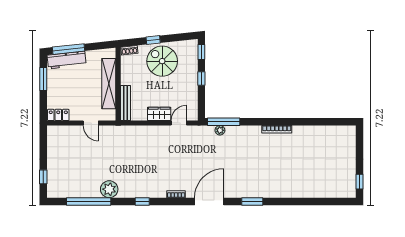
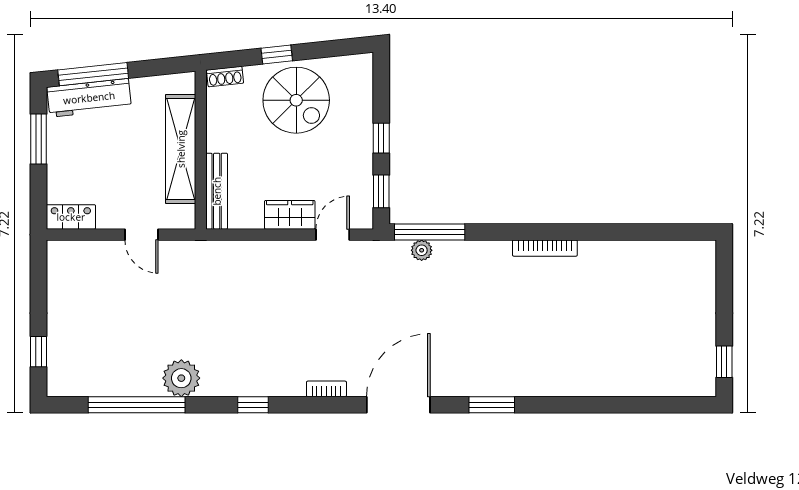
window: (201, 52) -> (381, 191), moved
spiral stairs: (162, 61) -> (296, 100), turned 180

